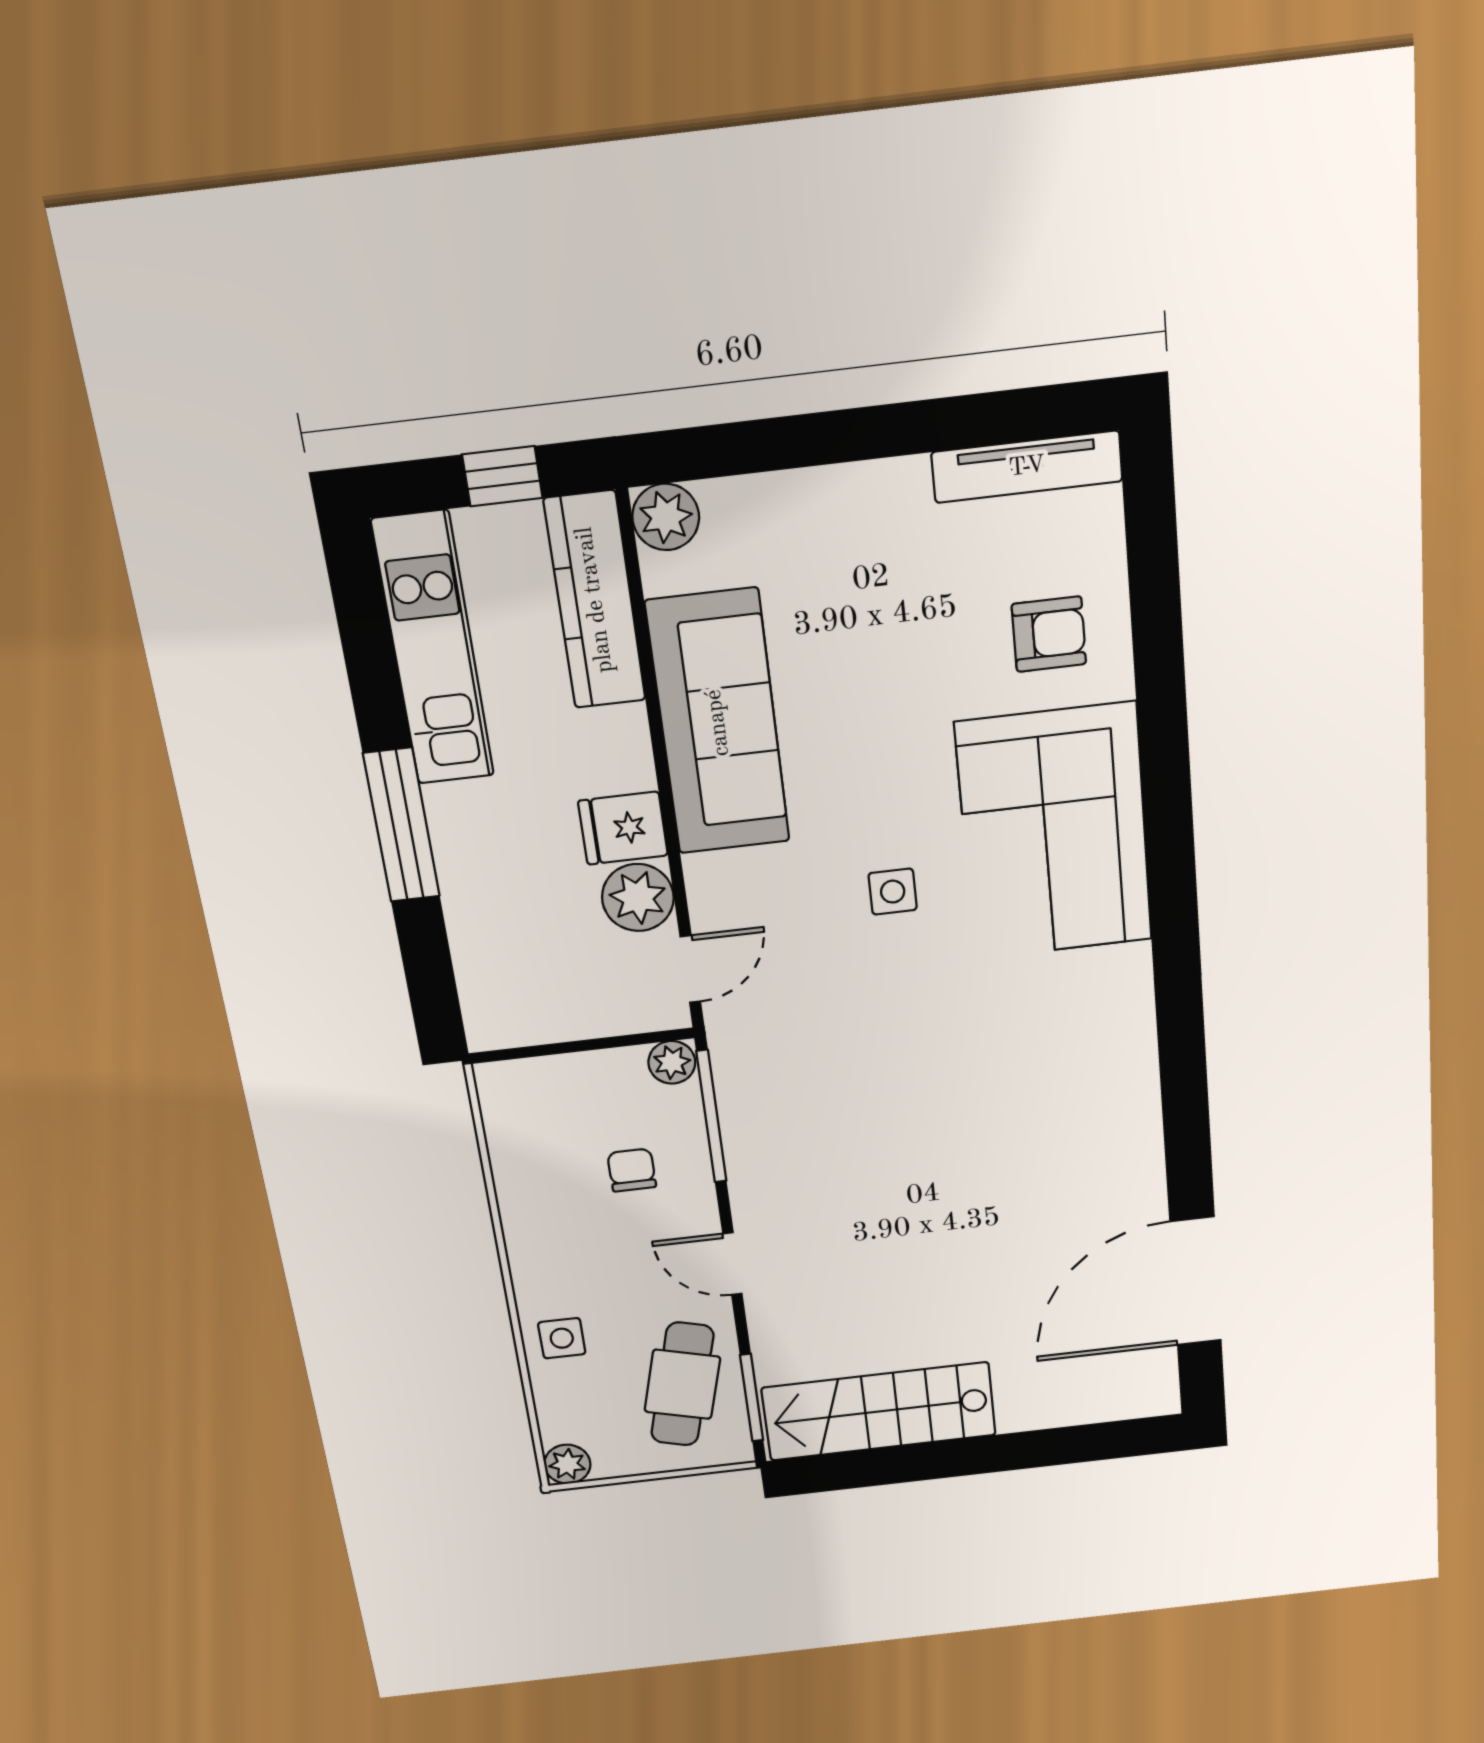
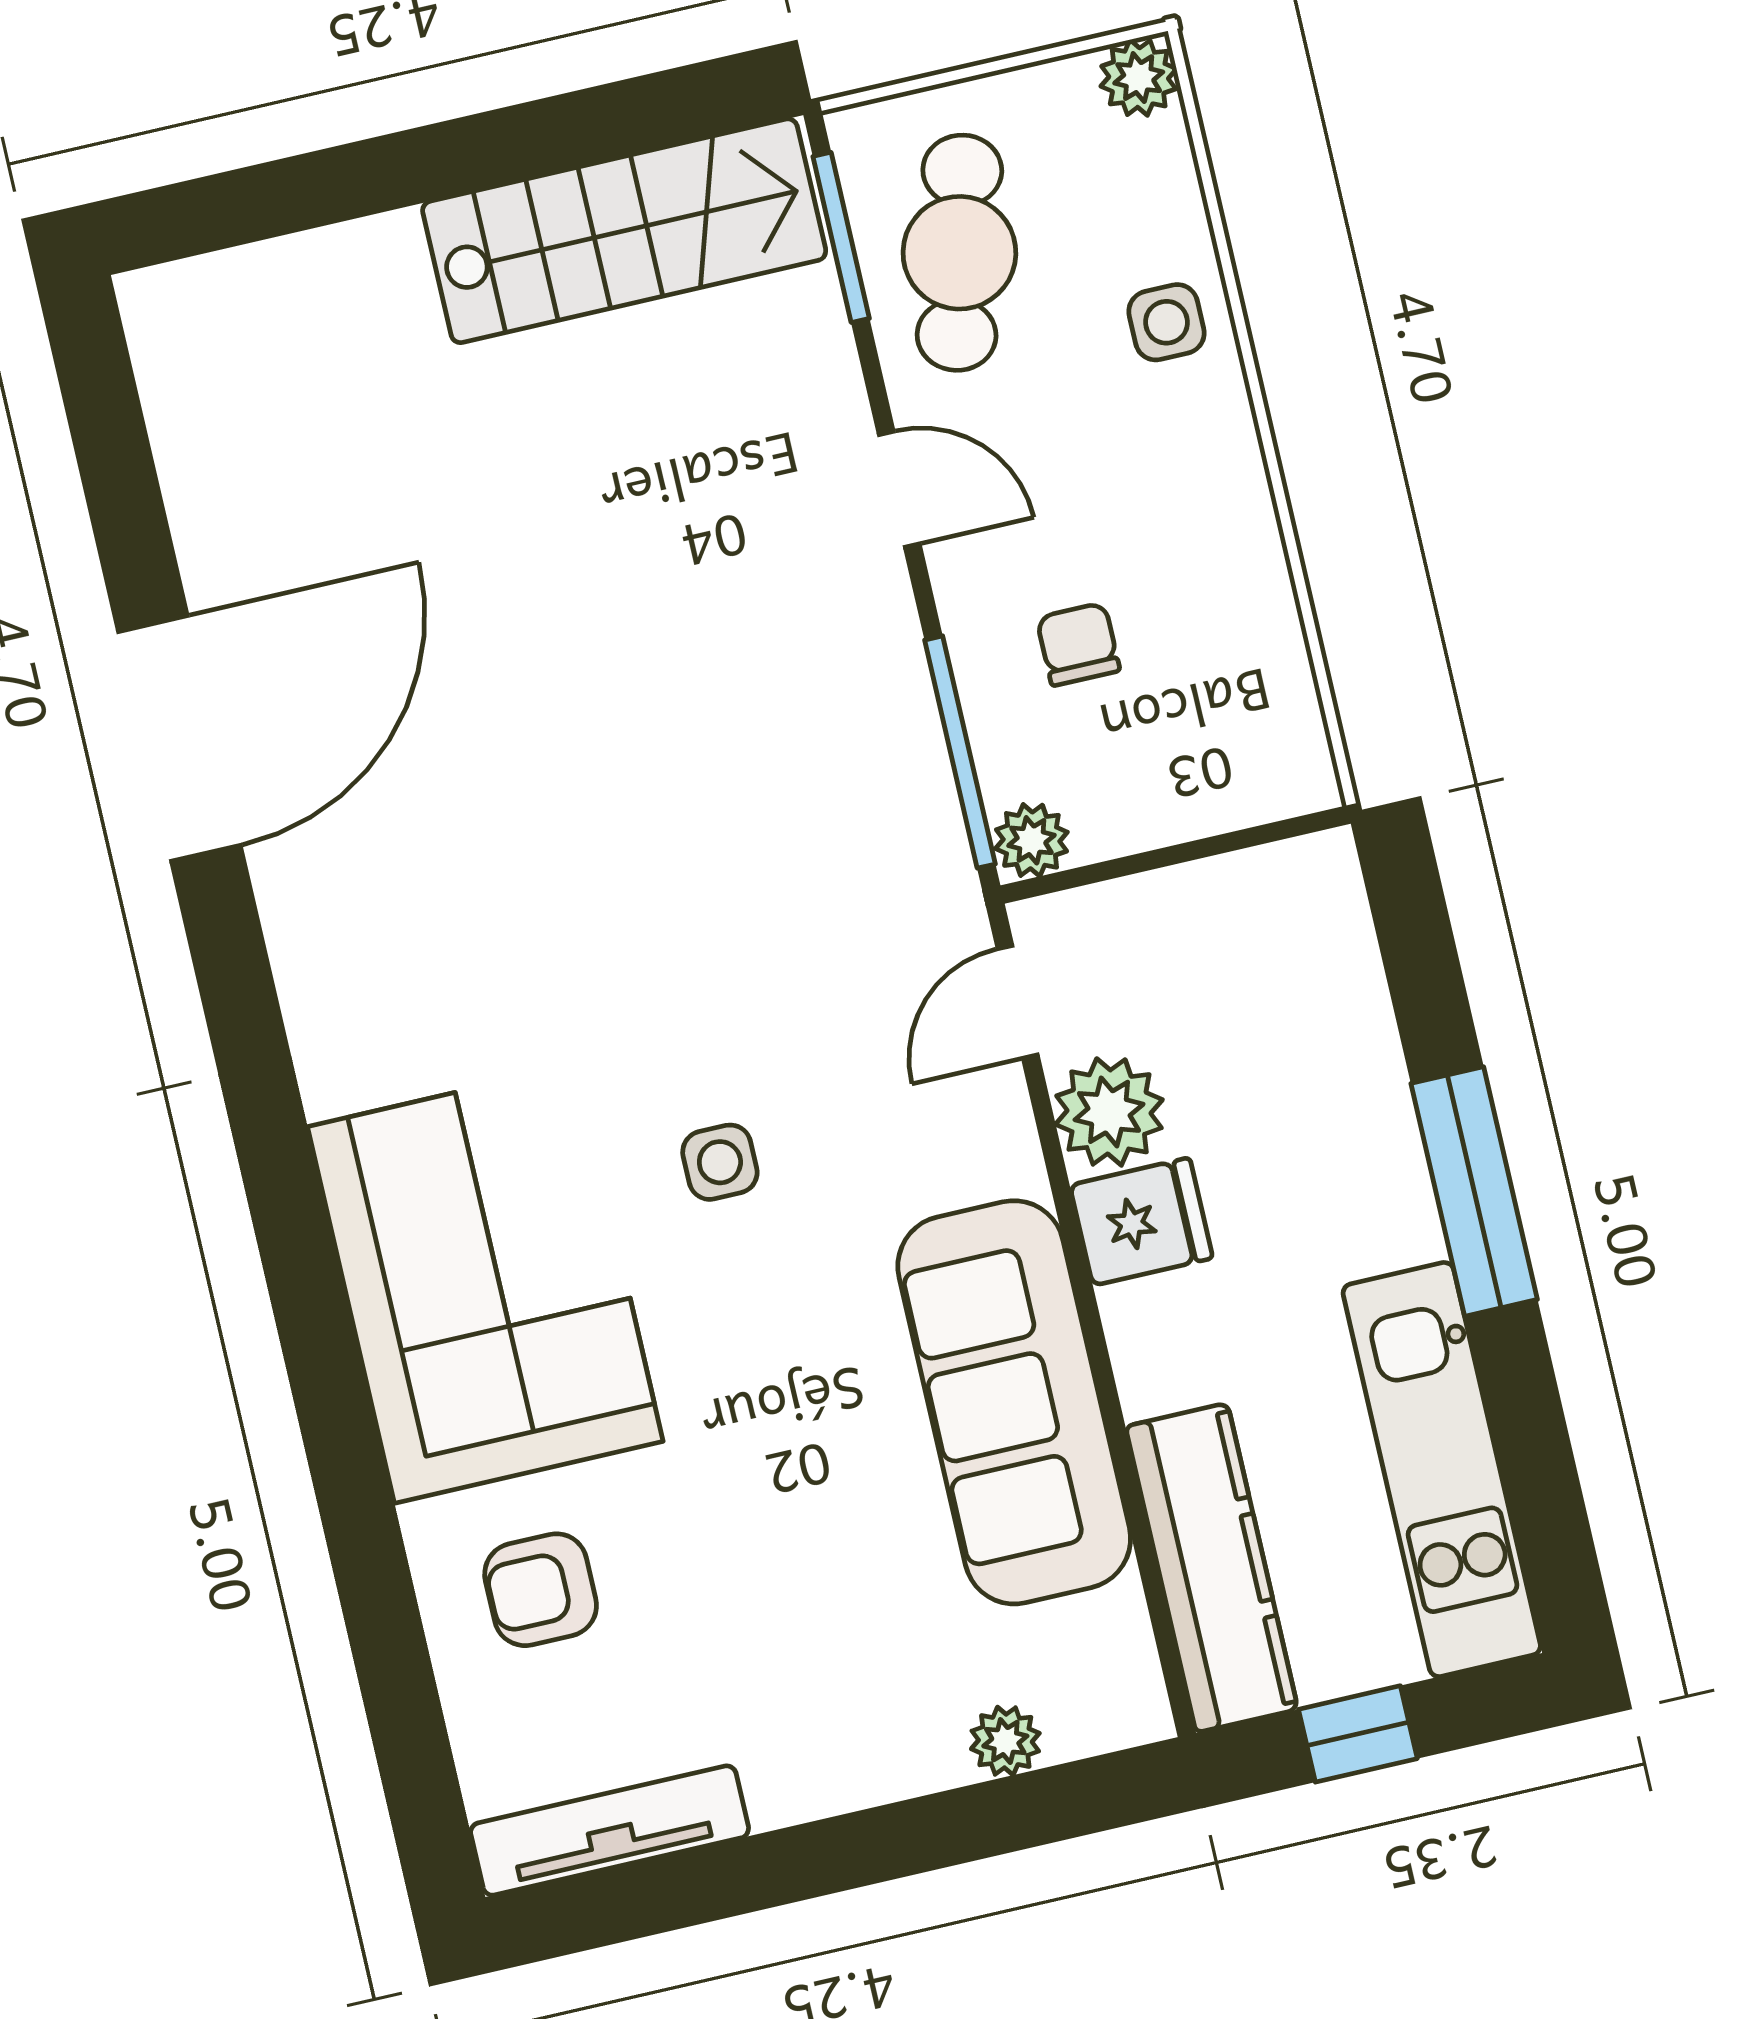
plant: (666, 517) -> (1005, 1741), moved, width x0.73, depth x0.73
chair: (632, 1170) -> (1078, 644), turned 180
door: (1196, 1281) -> (179, 738), moved

